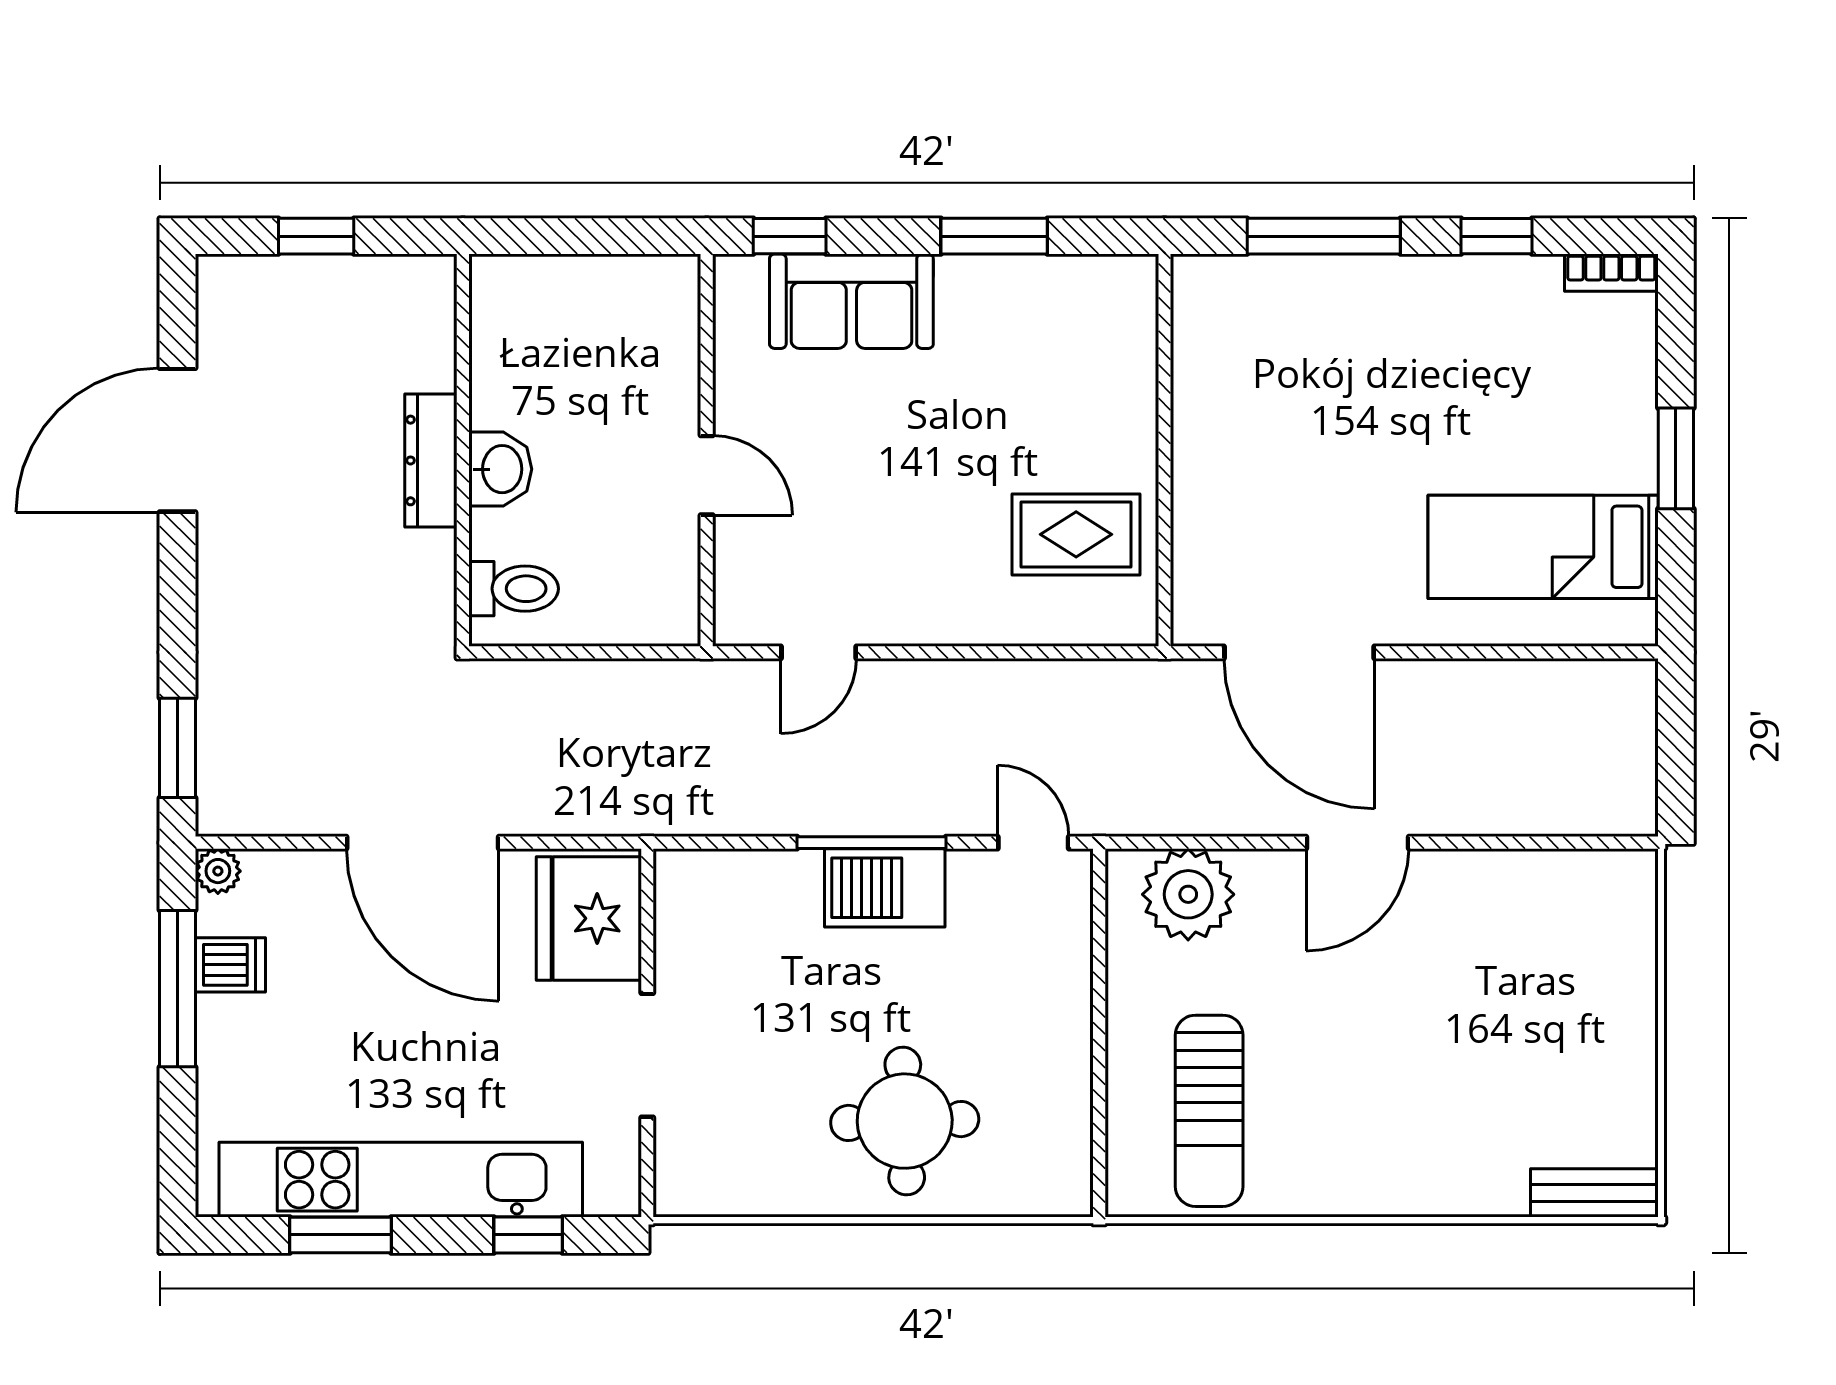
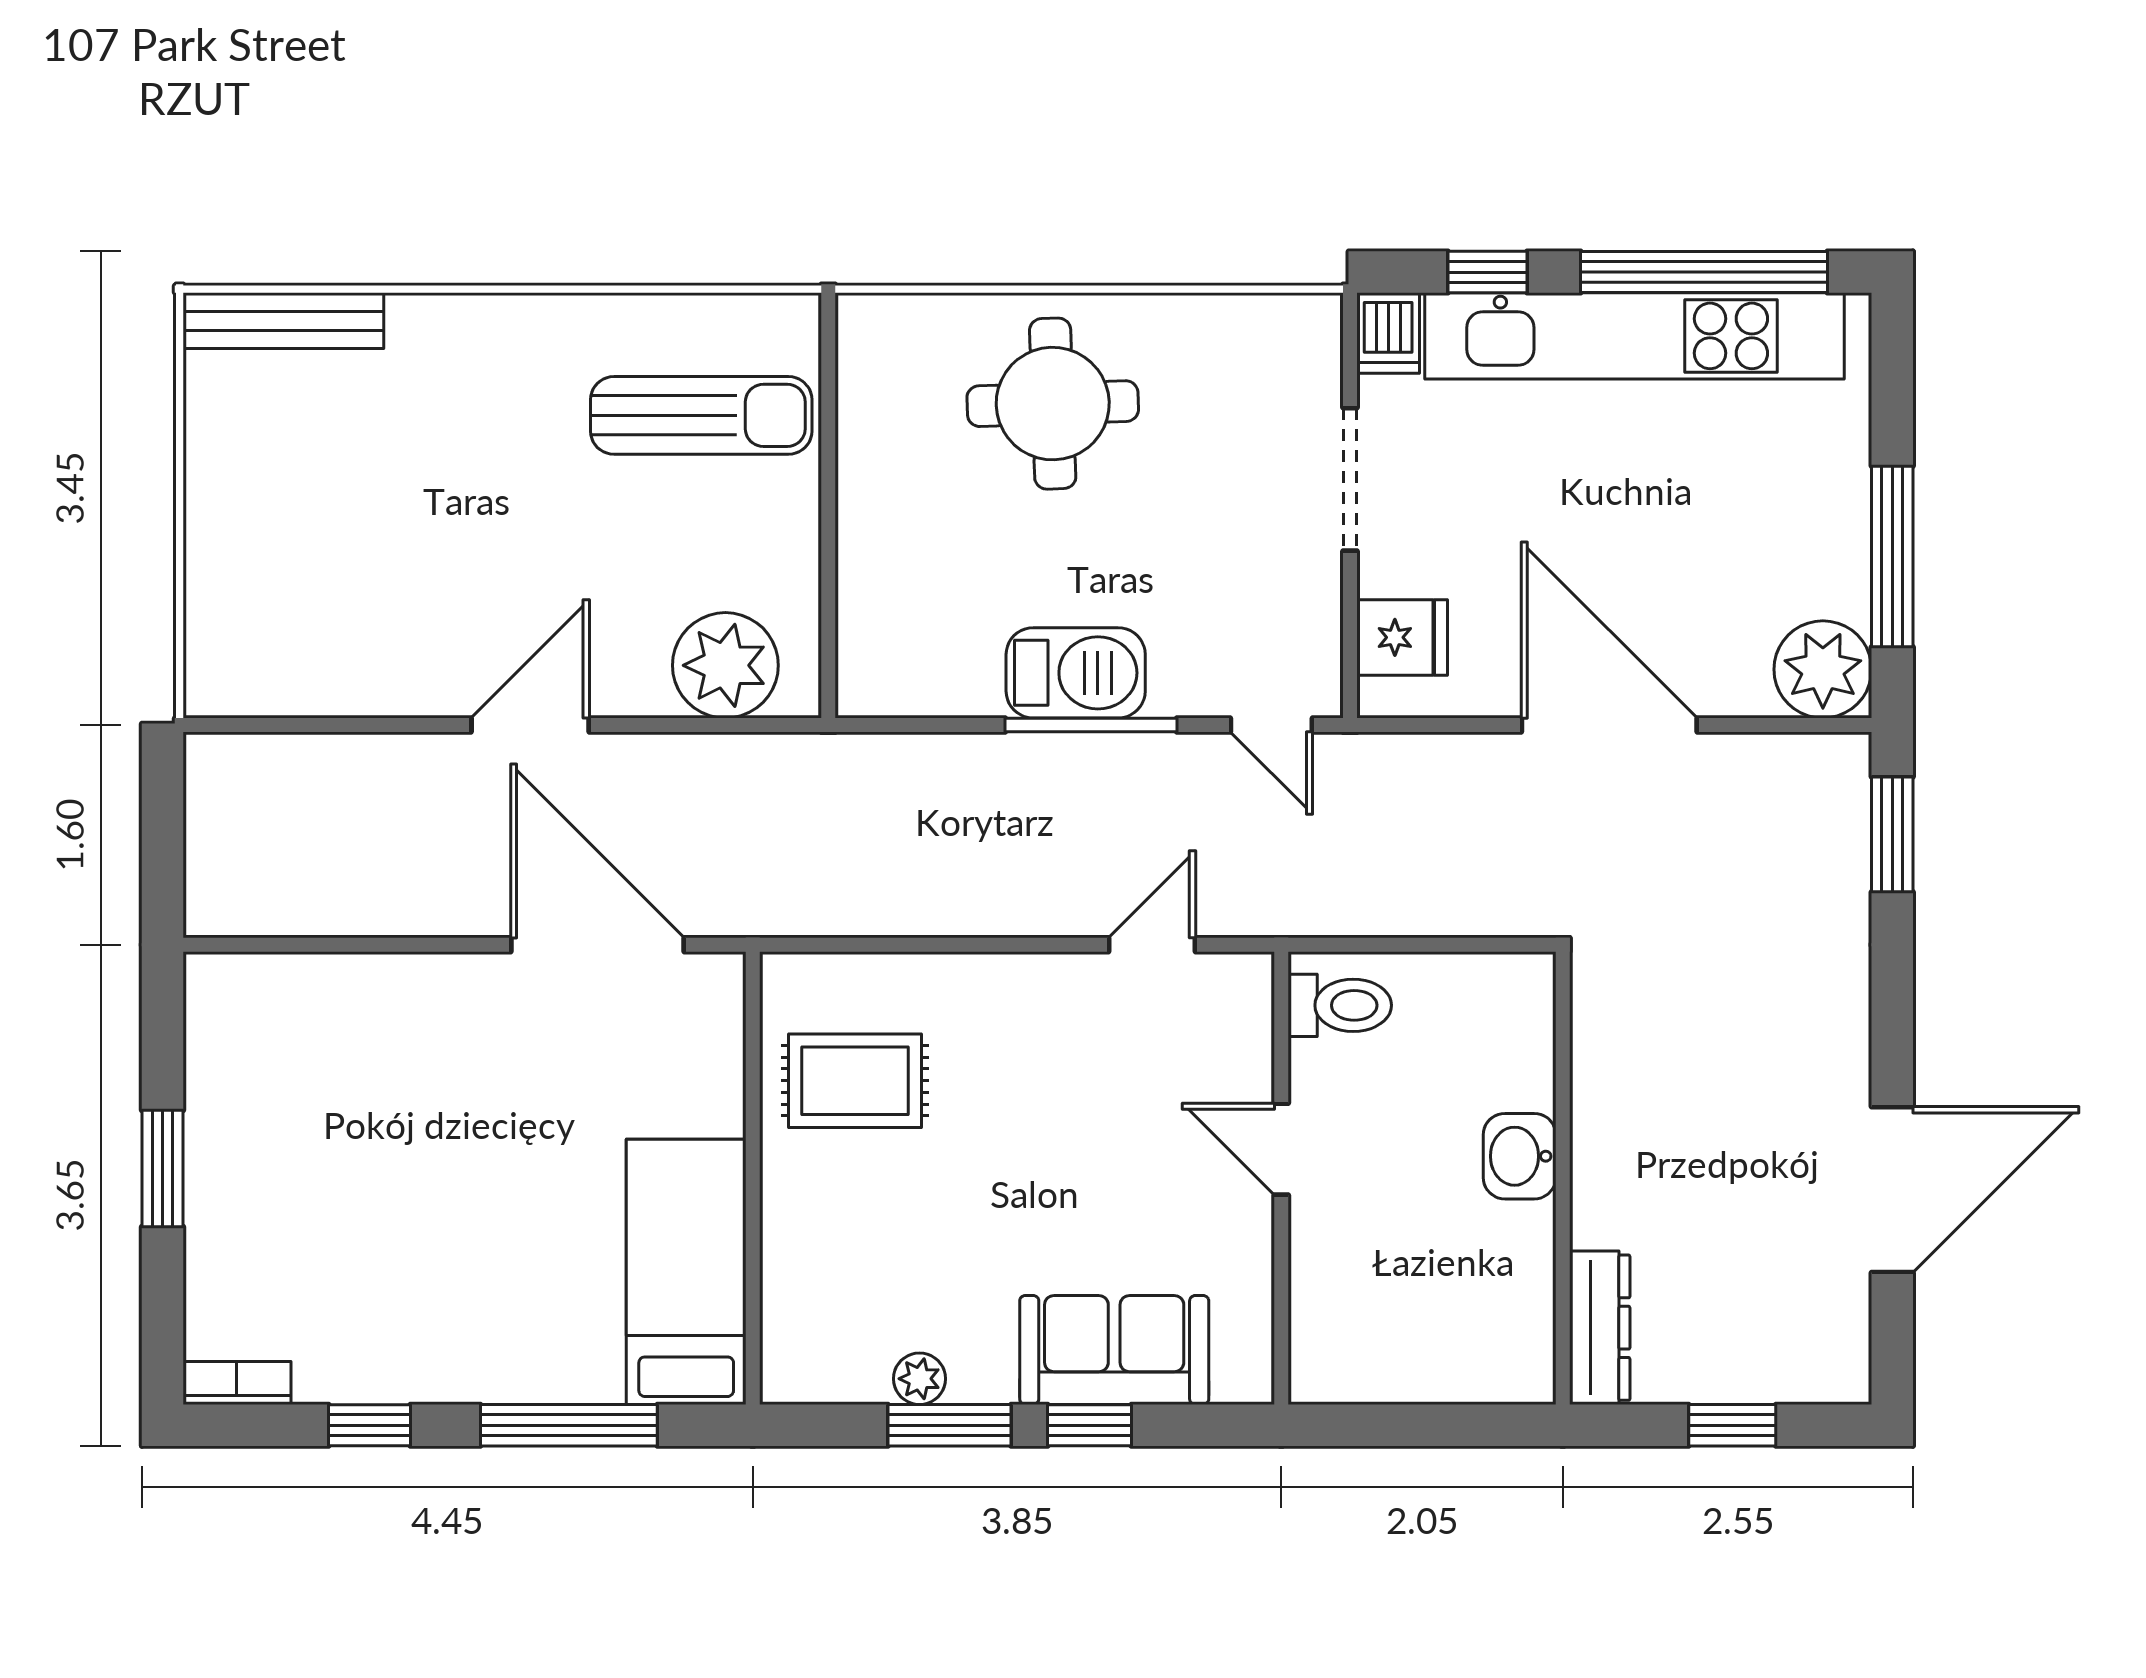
window: (790, 236) -> (1090, 1425), moved
plant: (1020, 276) -> (920, 1379), added
dresser: (431, 460) -> (1600, 1328), moved
bed: (1543, 547) -> (686, 1272), moved, turned -90
toilet: (514, 589) -> (1340, 1005), moved, turned 180
door: (1033, 843) -> (1271, 725), moved
plant: (218, 871) -> (1823, 669), width x1.88, depth x1.88
fridge: (589, 918) -> (1402, 637), width x0.53, depth x0.75
dishwasher: (230, 965) -> (1388, 333), moved, turned -90
sun lounger: (1209, 1111) -> (701, 415), turned 90
bench: (1594, 1193) -> (283, 321), width x1.36
window: (341, 1235) -> (1704, 272), width x2.11

